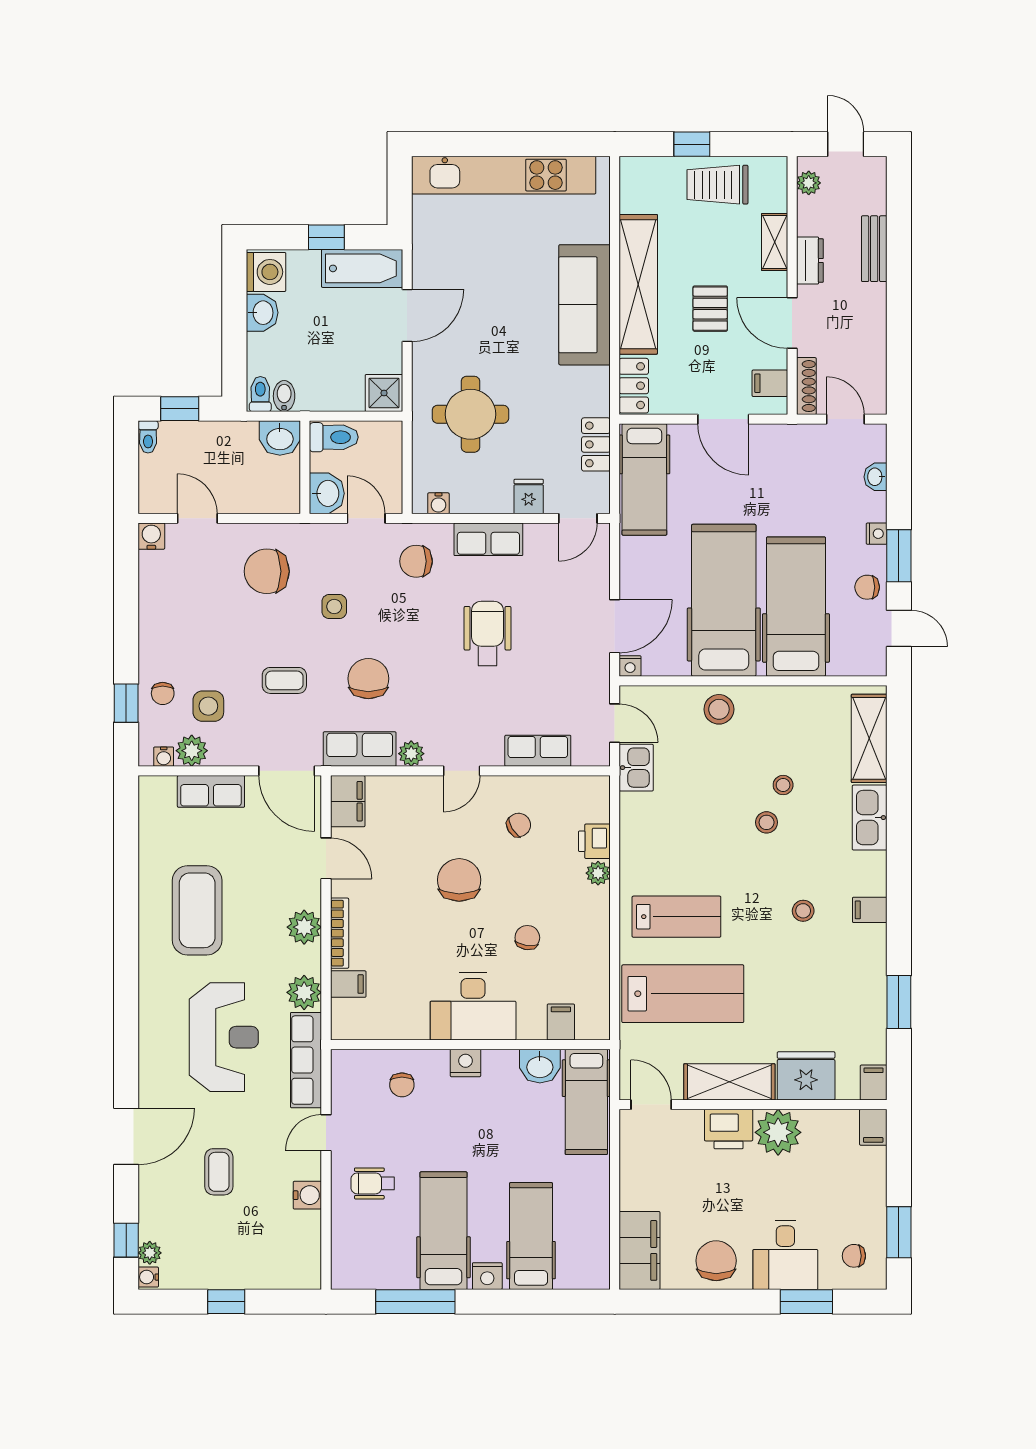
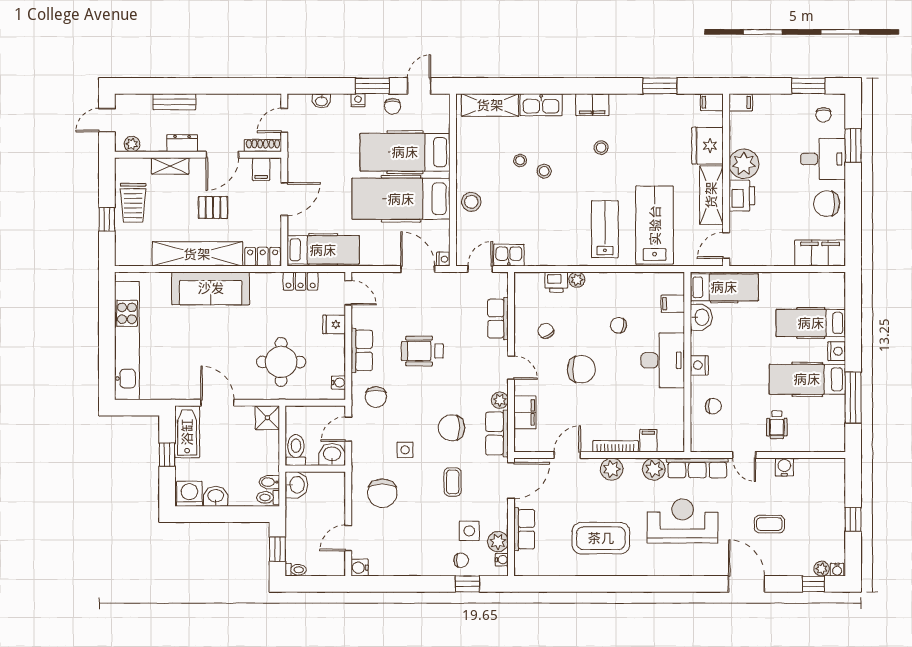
filing cabinet: (348, 801) -> (525, 412), moved, turned 90
chair: (459, 880) -> (581, 369), turned 180
filing cabinet: (870, 910) -> (592, 105), width x2.00

